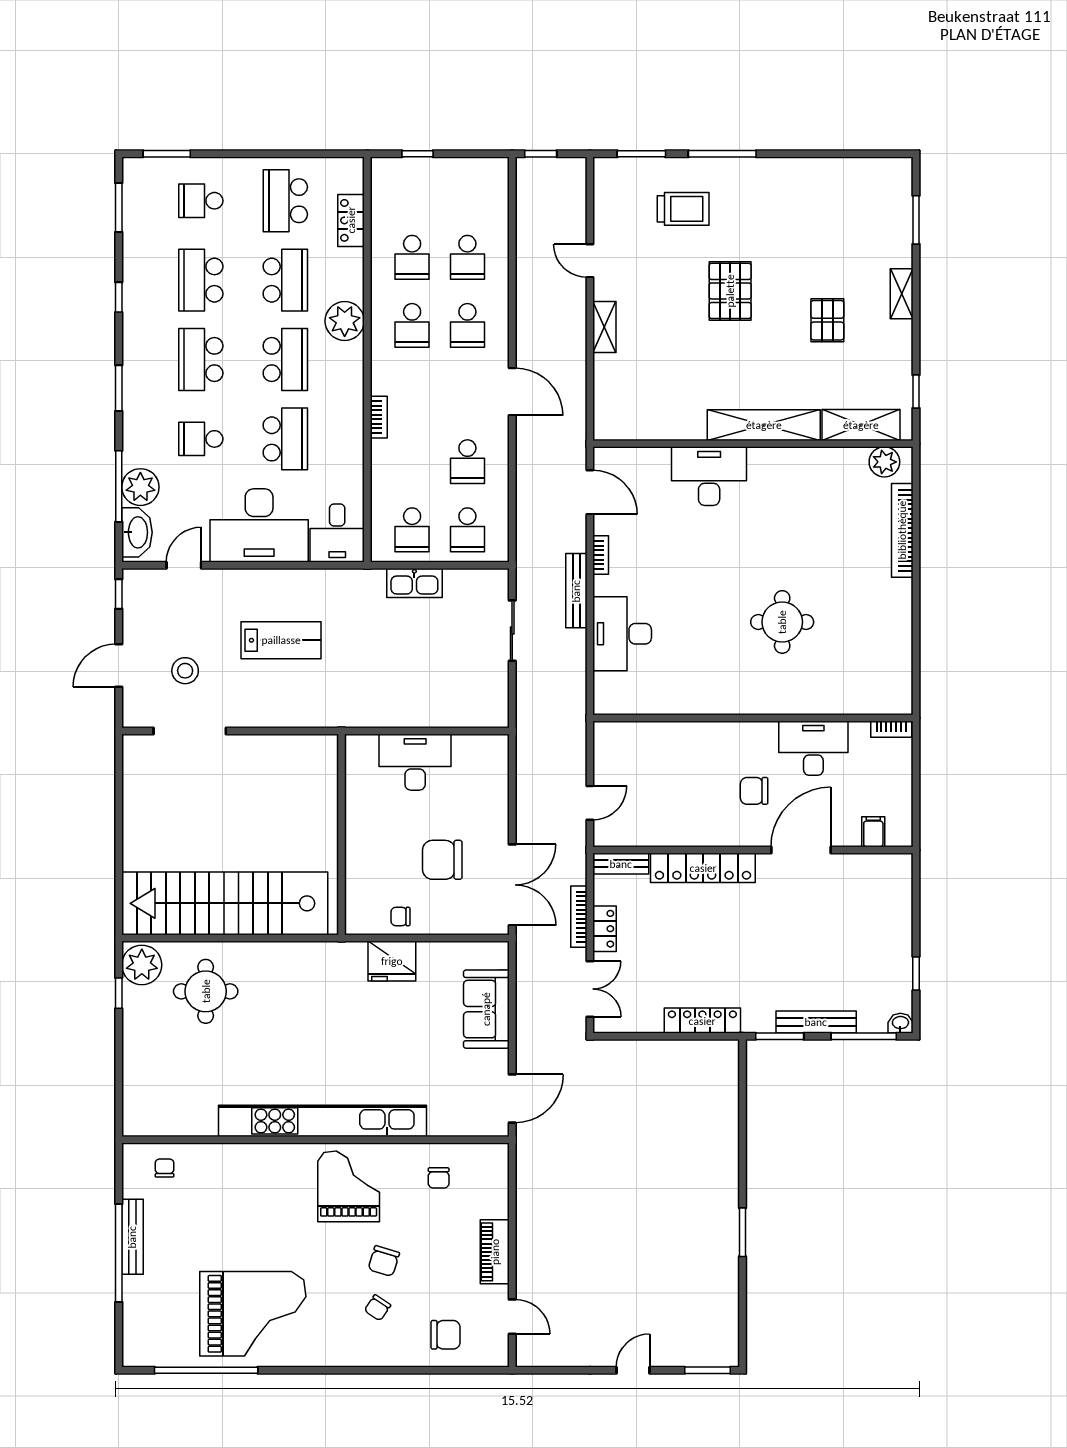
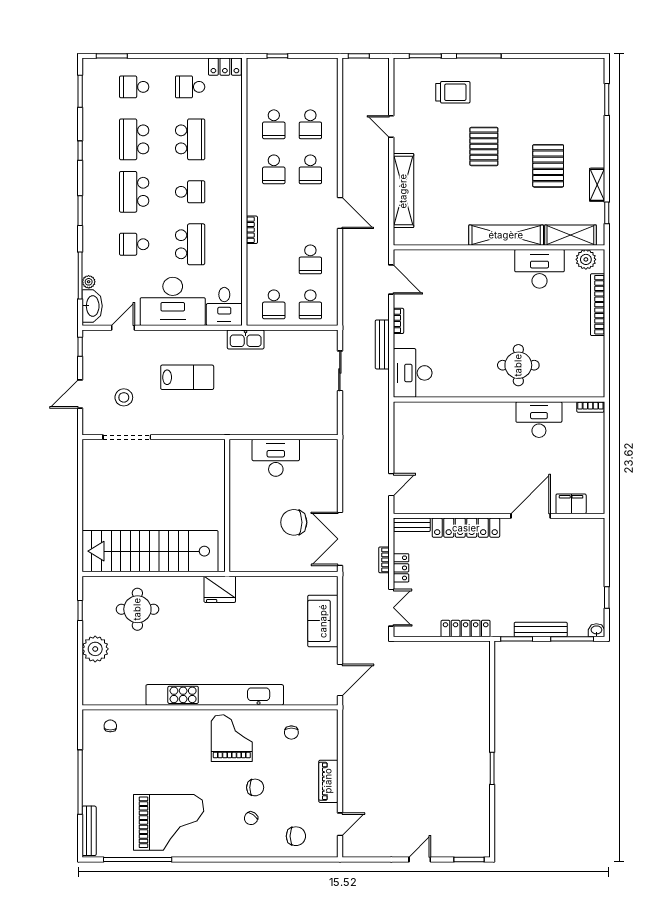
school desk: (285, 201) -> (190, 87), width x0.54
locker: (351, 220) -> (225, 67), moved, turned -90
shelving: (902, 294) -> (597, 185), moved
pallet: (827, 320) -> (548, 166), width x1.50, depth x1.42
plant: (345, 321) -> (229, 166), removed
shelving: (604, 327) -> (403, 191), width x2.20, depth x1.33
school desk: (285, 360) -> (190, 192), width x0.54
desk: (709, 476) -> (540, 269), moved
plant: (140, 487) -> (89, 282), width x0.53, depth x0.53
kitchen sink: (414, 583) -> (246, 339), moved
wall: (753, 718) -> (499, 400), moved
bookcase: (891, 729) -> (590, 407), moved
desk: (813, 748) -> (539, 420), moved
chair: (754, 791) -> (500, 477), removed
filing cabinet: (873, 832) -> (571, 504), width x2.00
double door: (512, 885) -> (340, 539), swing flipped
chair: (400, 917) -> (266, 560), removed
bookcase: (579, 917) -> (384, 560), width x0.64
fridge: (392, 961) -> (220, 589), moved
plant: (142, 965) -> (95, 649), moved
bench: (132, 1237) -> (89, 831), moved
chair: (384, 1261) -> (255, 787), turned -107
door: (512, 1317) -> (340, 824), hinge flipped

